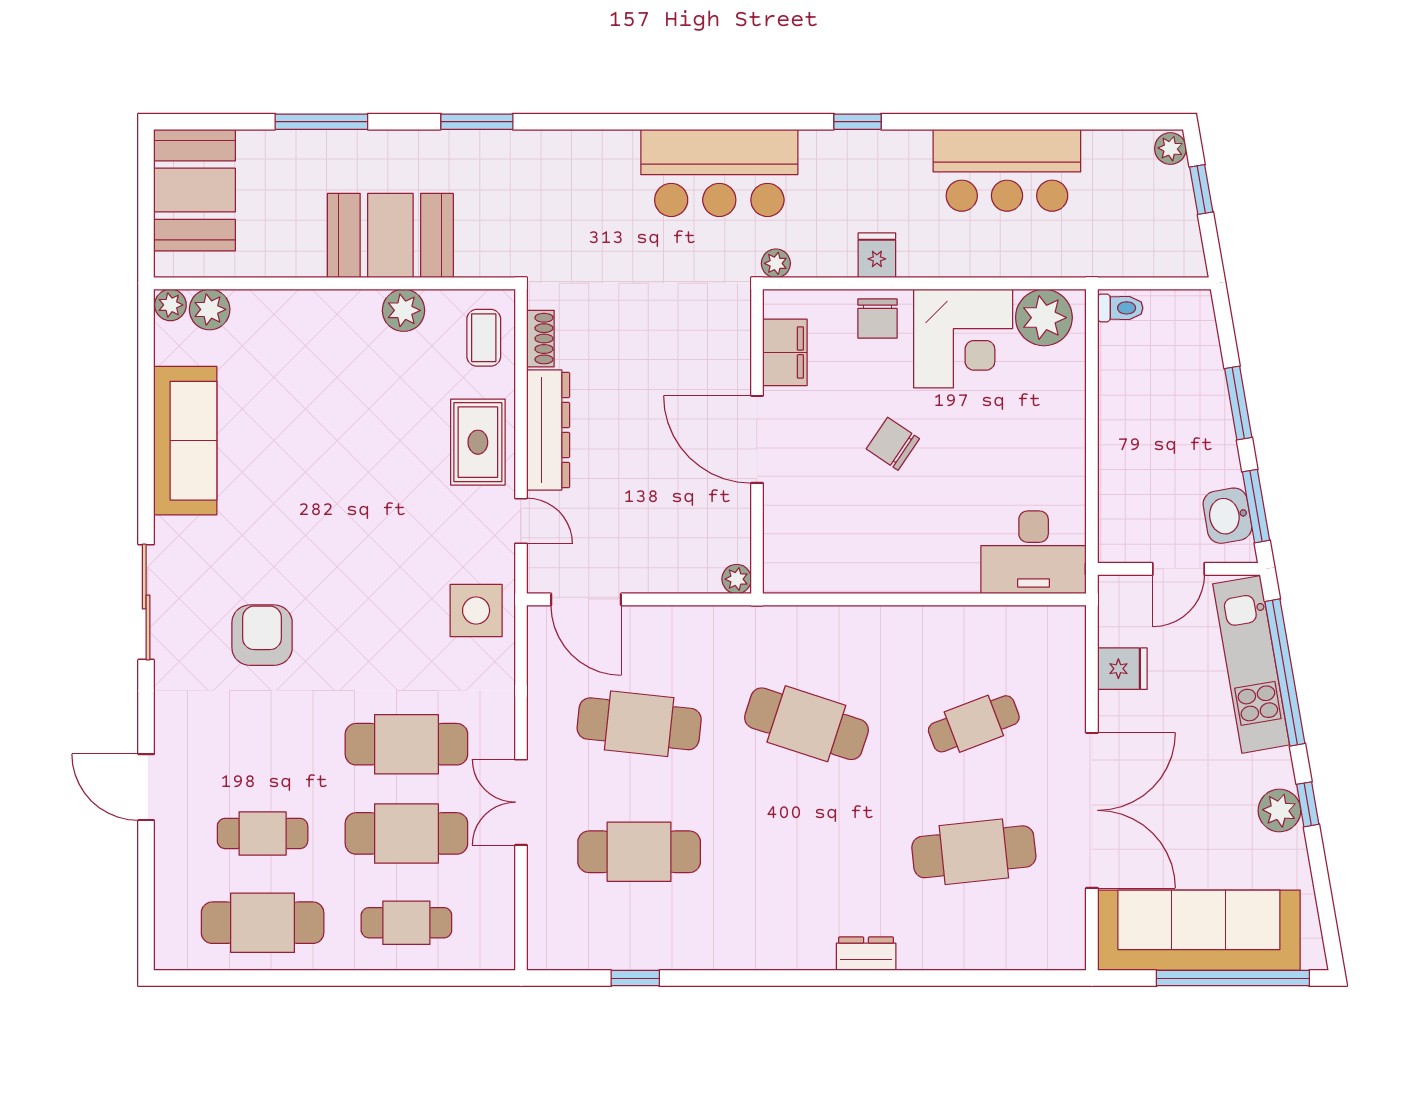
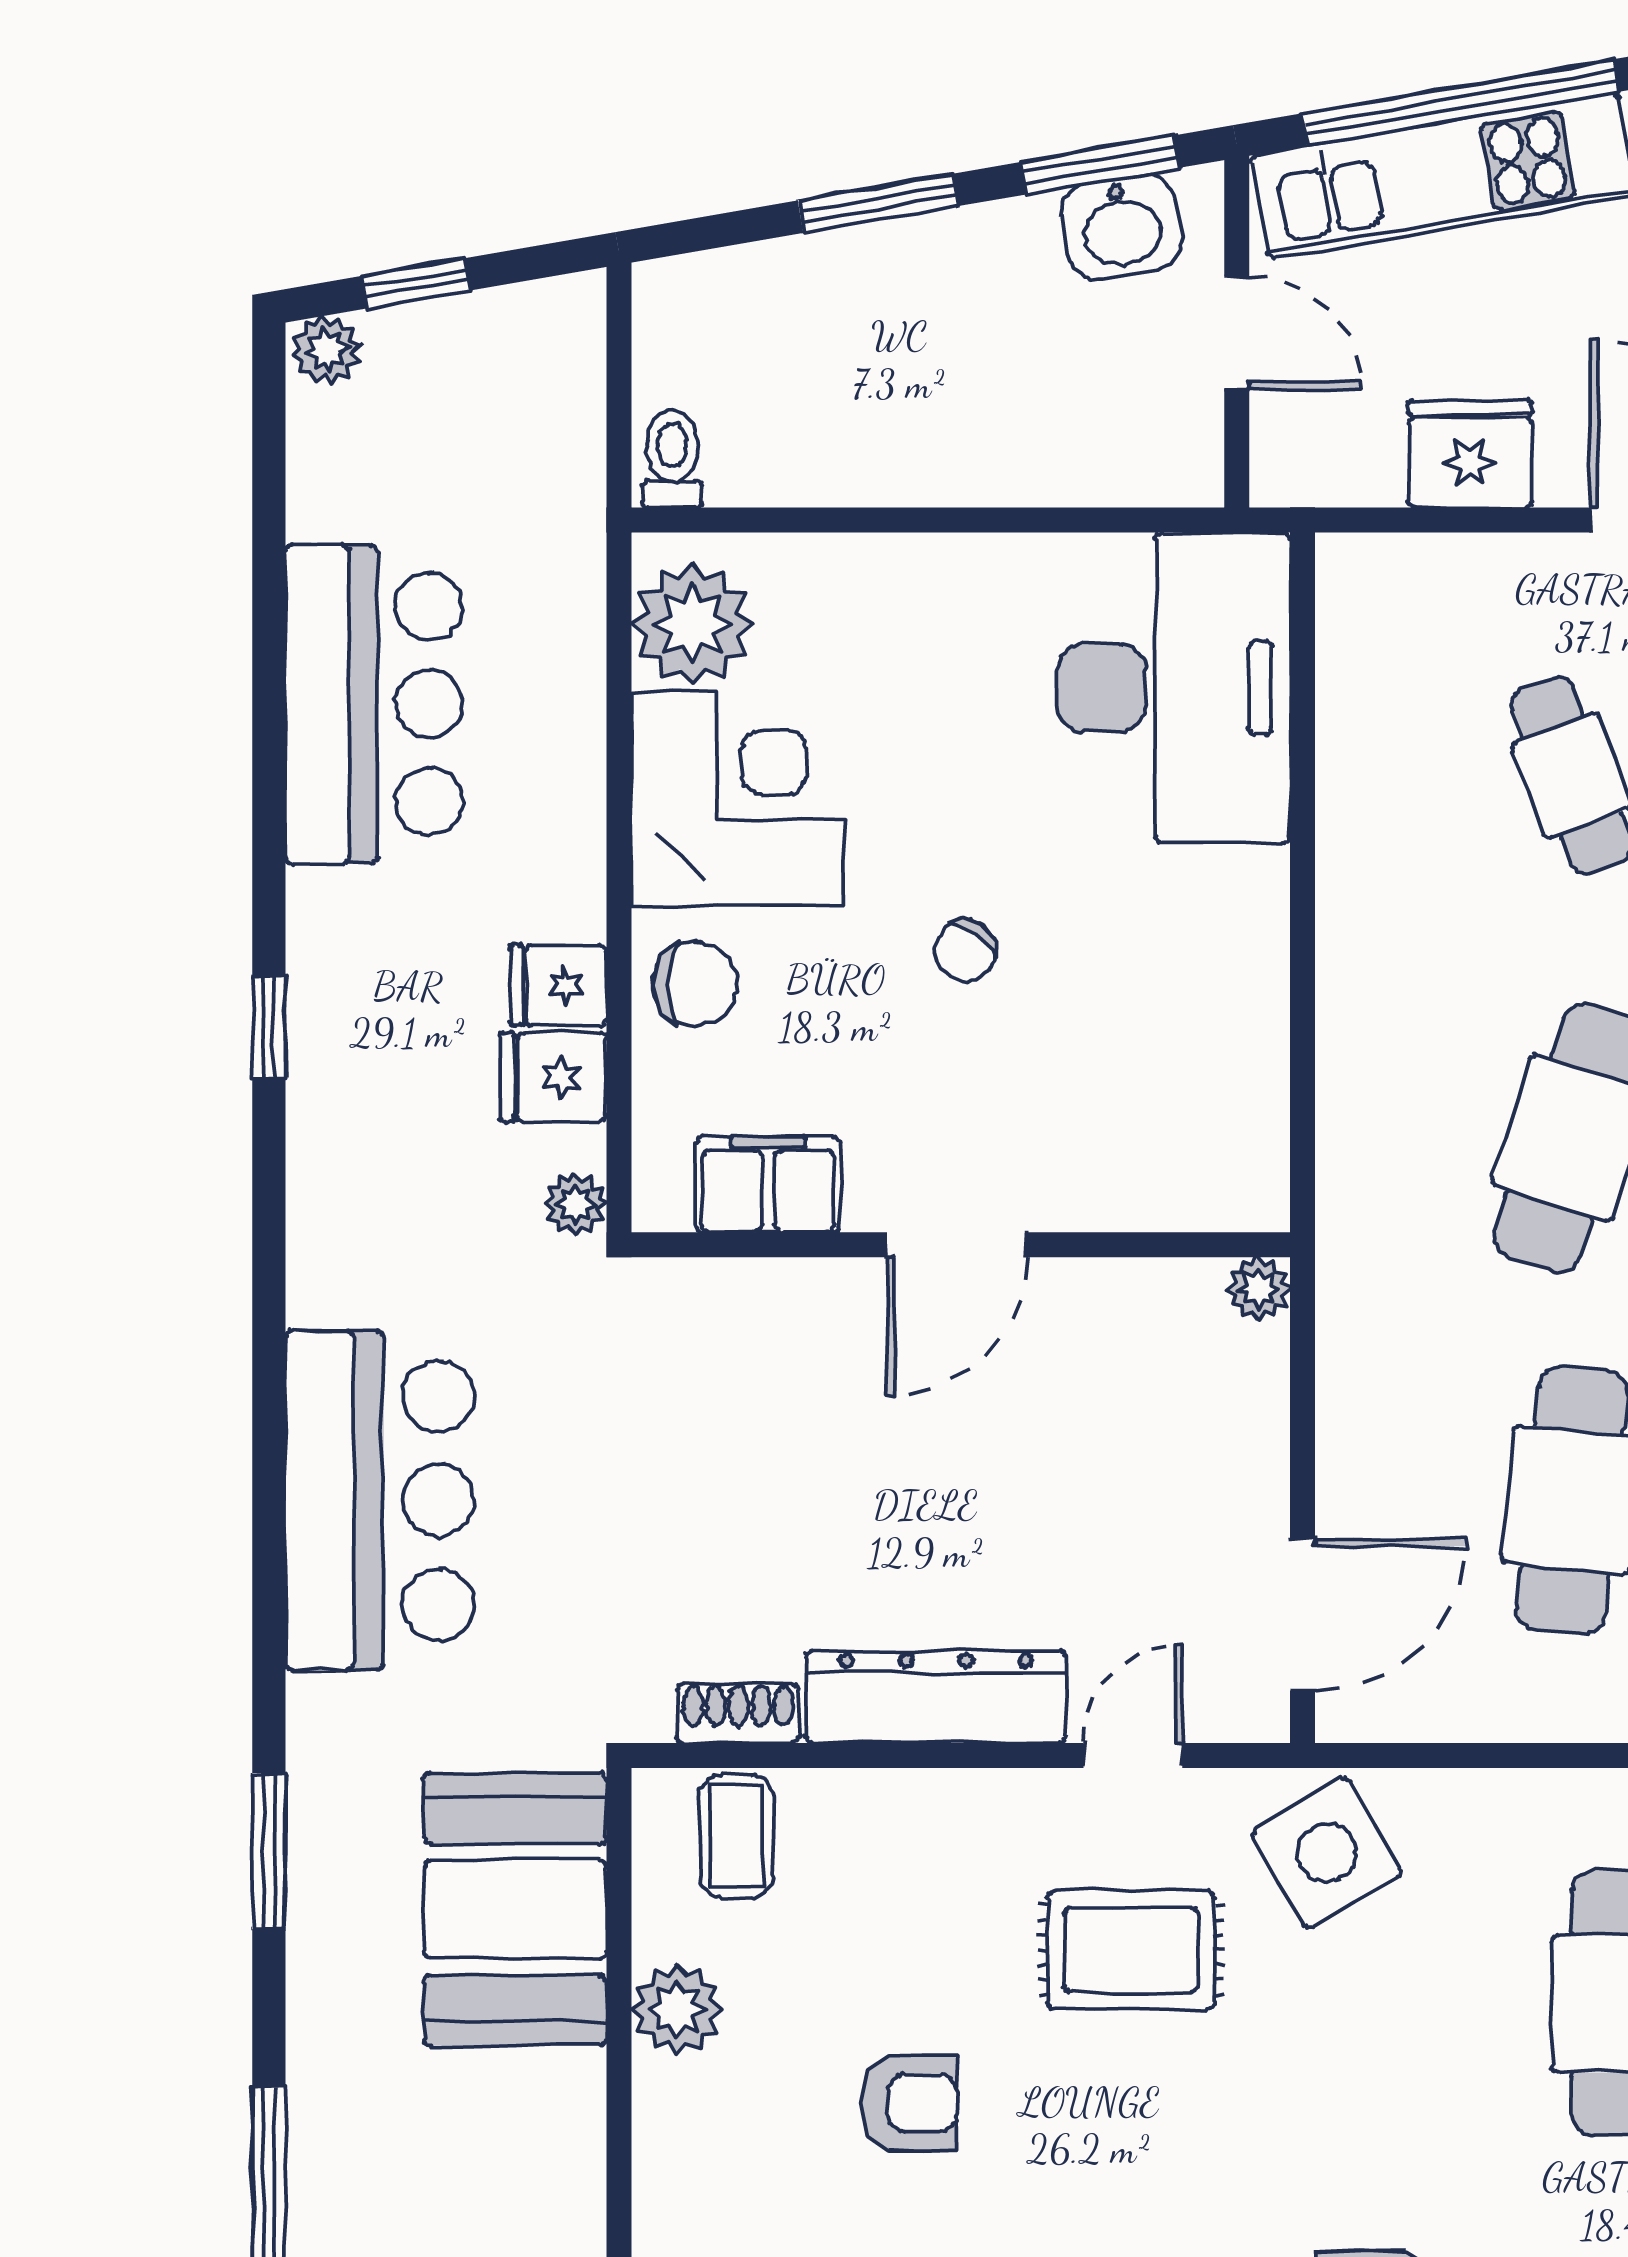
bar counter: (719, 173) -> (380, 1501), moved
booth: (390, 236) -> (515, 1909), moved
fridge: (834, 253) -> (553, 1077), added
coffee table: (484, 338) -> (736, 1836), turned 90
armchair: (360, 417) -> (909, 2103), added
door: (757, 439) -> (956, 1245), width x0.73
rug: (478, 442) -> (1131, 1950), moved
chair: (893, 444) -> (966, 951), width x0.73, depth x0.73
desk: (1034, 552) -> (1174, 688), width x1.36, depth x1.30
side table: (476, 611) -> (1327, 1853), turned -30
fridge: (1122, 669) -> (1470, 454), width x1.38

